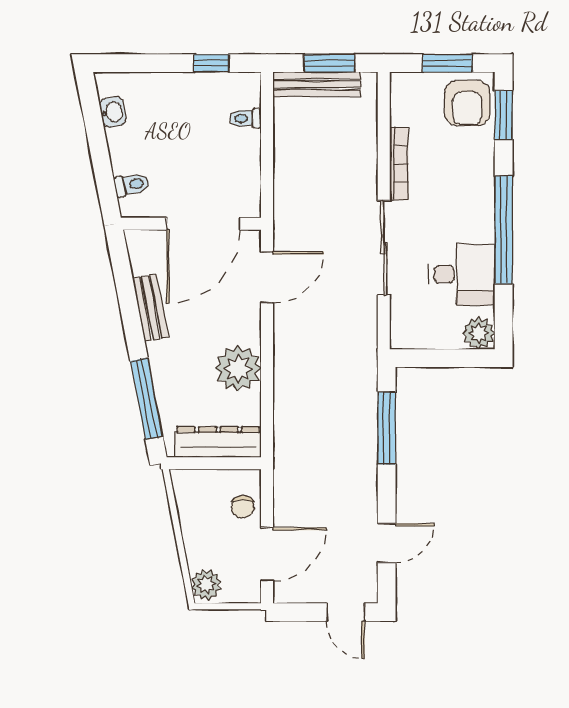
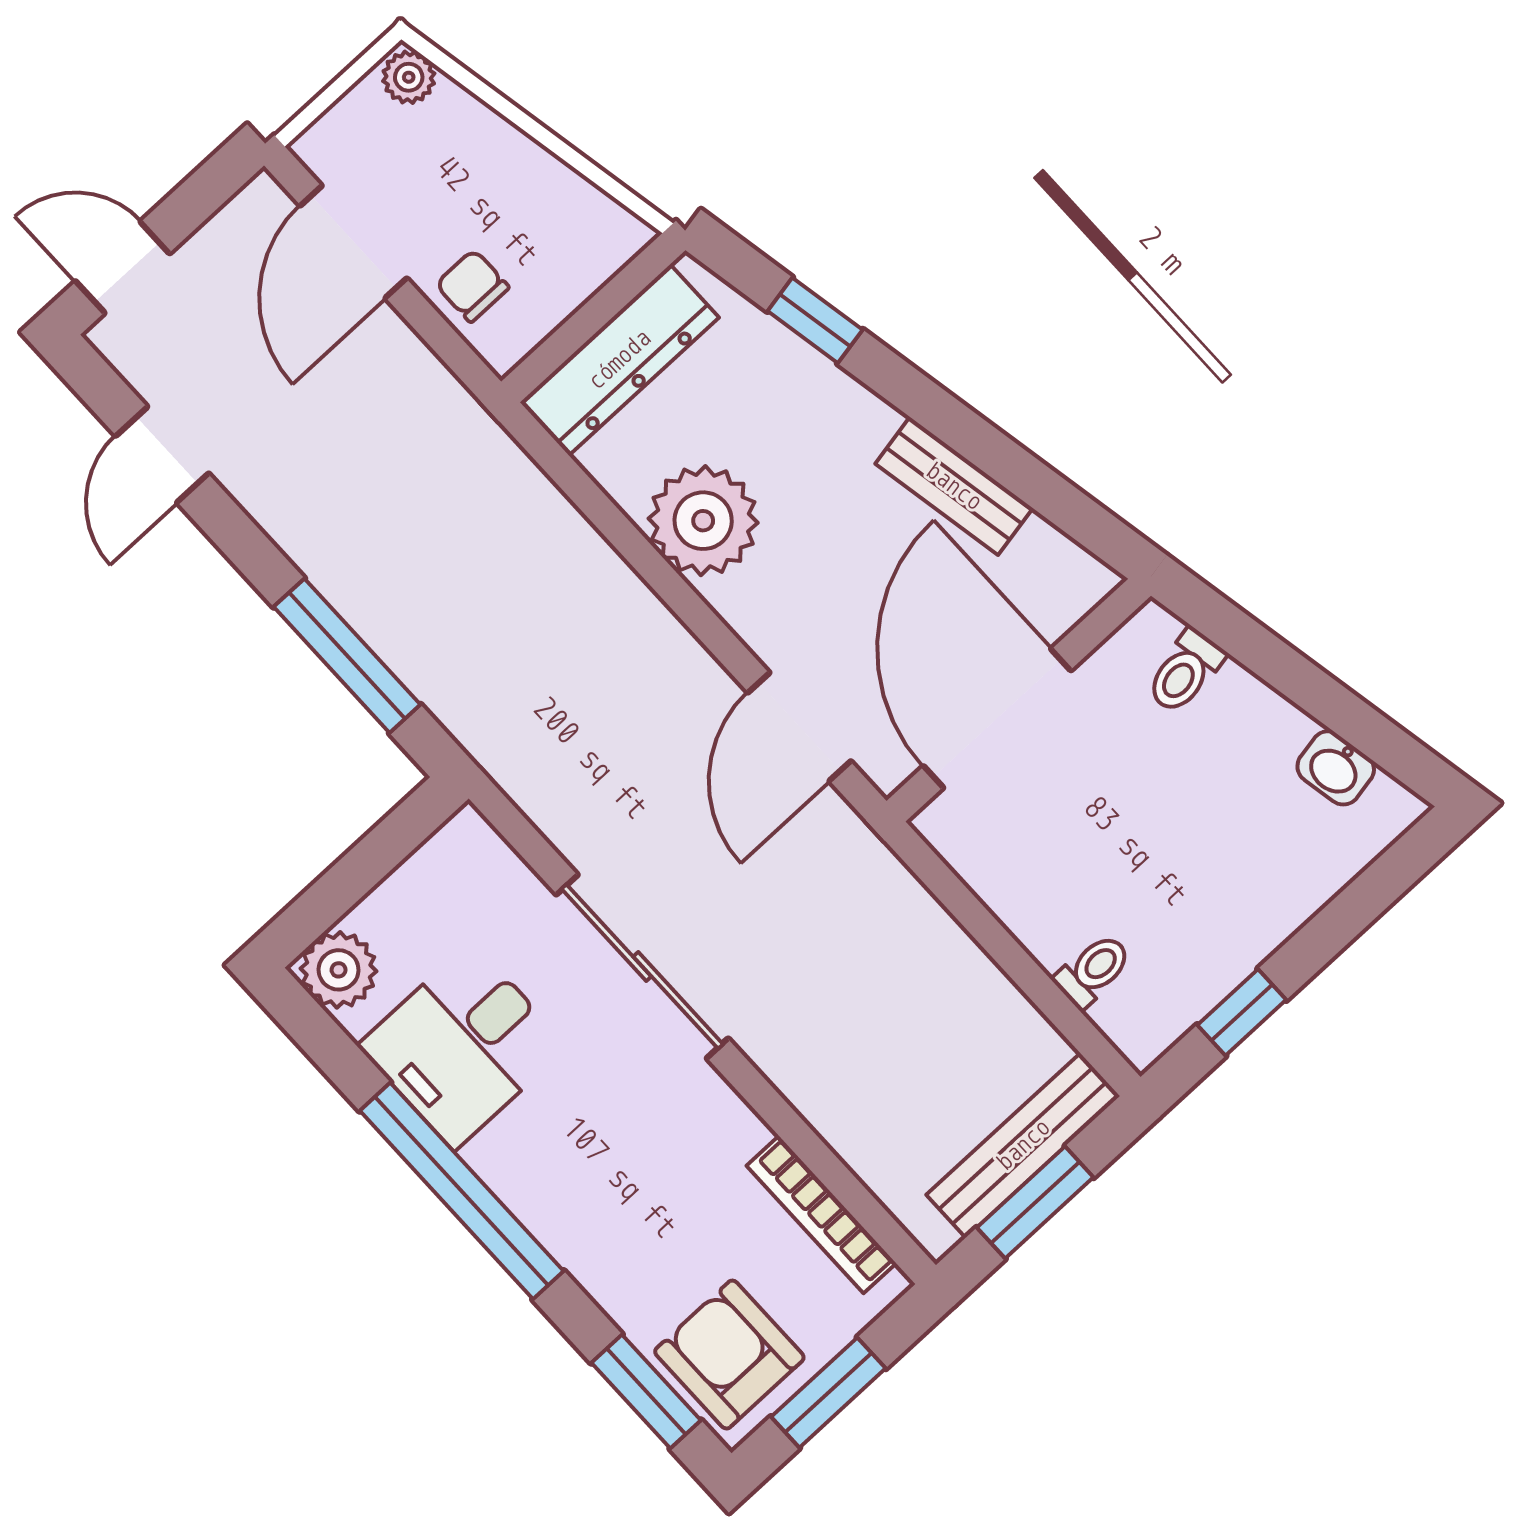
bookcase: (399, 164) -> (821, 1215), moved
window: (146, 399) -> (815, 320), width x0.46
plant: (206, 585) -> (409, 77), width x0.73, depth x0.73

